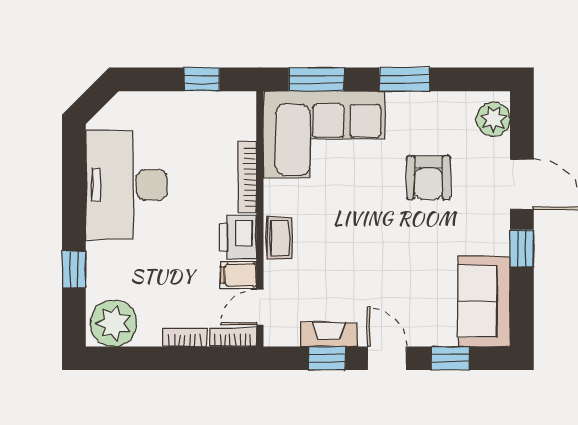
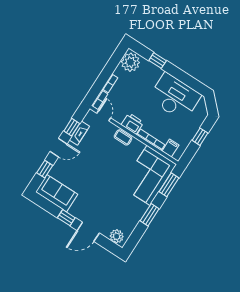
window: (202, 79) -> (200, 137), moved
armchair: (428, 178) -> (111, 201), removed
filing cabinet: (238, 275) -> (170, 148), moved

